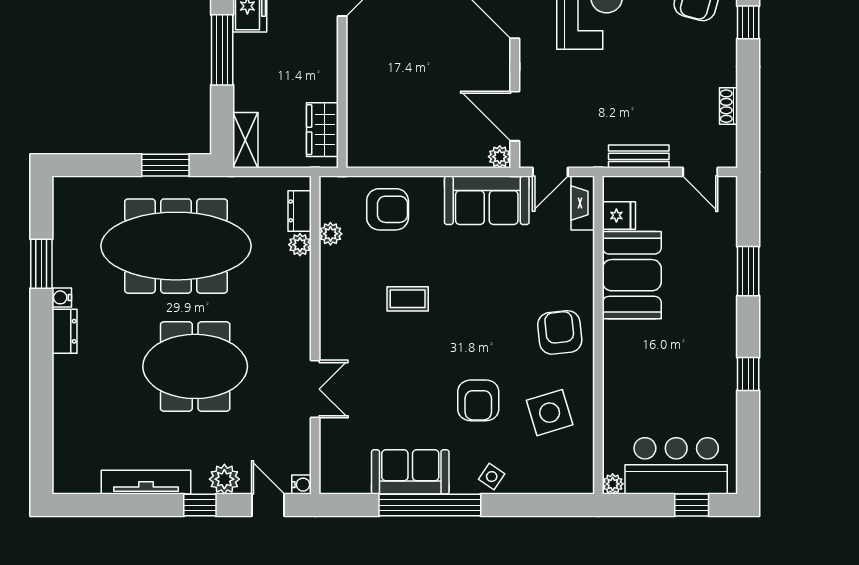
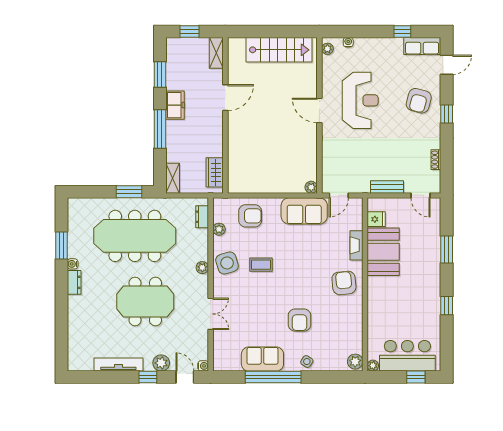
door: (515, 116) -> (319, 165), removed
fireplace: (583, 203) -> (357, 245), moved
plant: (300, 245) -> (202, 268), moved
side table: (550, 413) -> (227, 263), moved
plant: (580, 477) -> (355, 362), added

